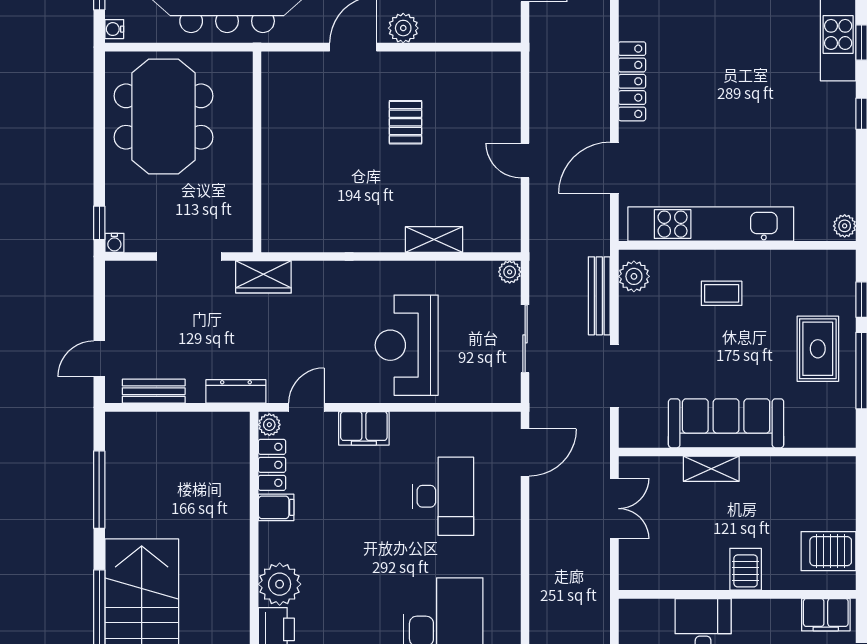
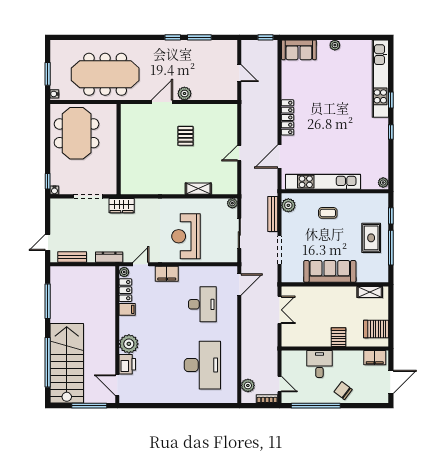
door: (525, 160) -> (239, 153), hinge flipped
shelving: (711, 469) -> (370, 292), moved

